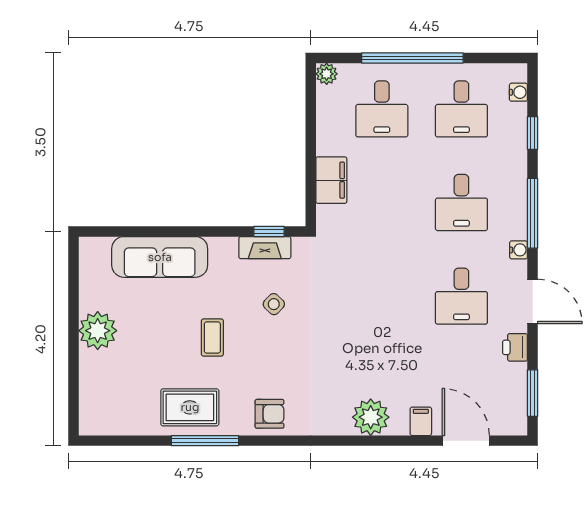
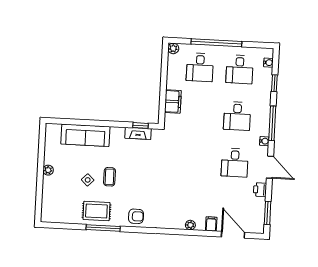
side table: (274, 304) -> (88, 180), moved
plant: (98, 331) -> (48, 170), width x0.53, depth x0.53
plant: (371, 417) -> (190, 225), width x0.53, depth x0.53

